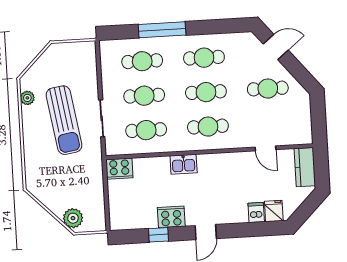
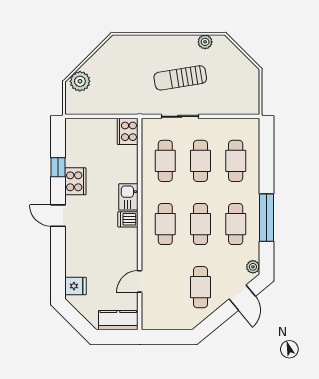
window: (162, 30) -> (267, 218), moved
plant: (245, 38) -> (253, 267), added
sun lounger: (64, 120) -> (180, 78), width x0.73, depth x0.75
dishwasher: (256, 212) -> (128, 219), moved, turned 180

